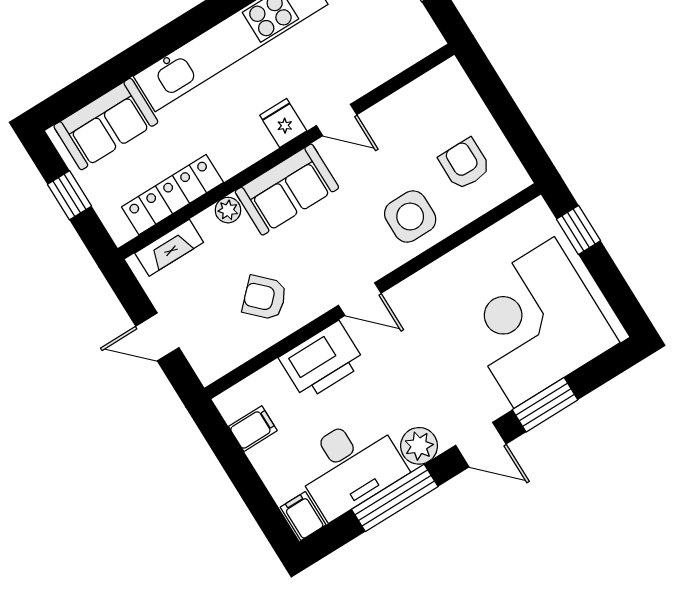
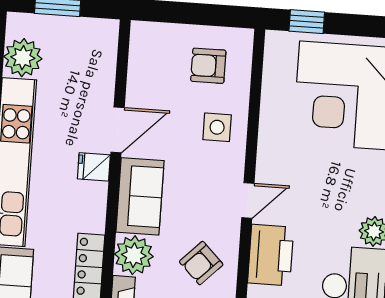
door: (337, 120) -> (118, 130), width x1.38
plant: (228, 210) -> (134, 255), width x1.88, depth x1.88
side table: (410, 217) -> (217, 127), width x0.73, depth x0.73

